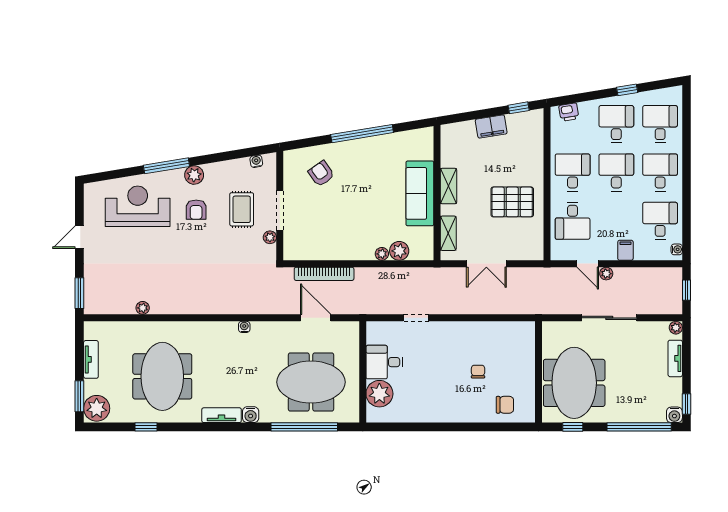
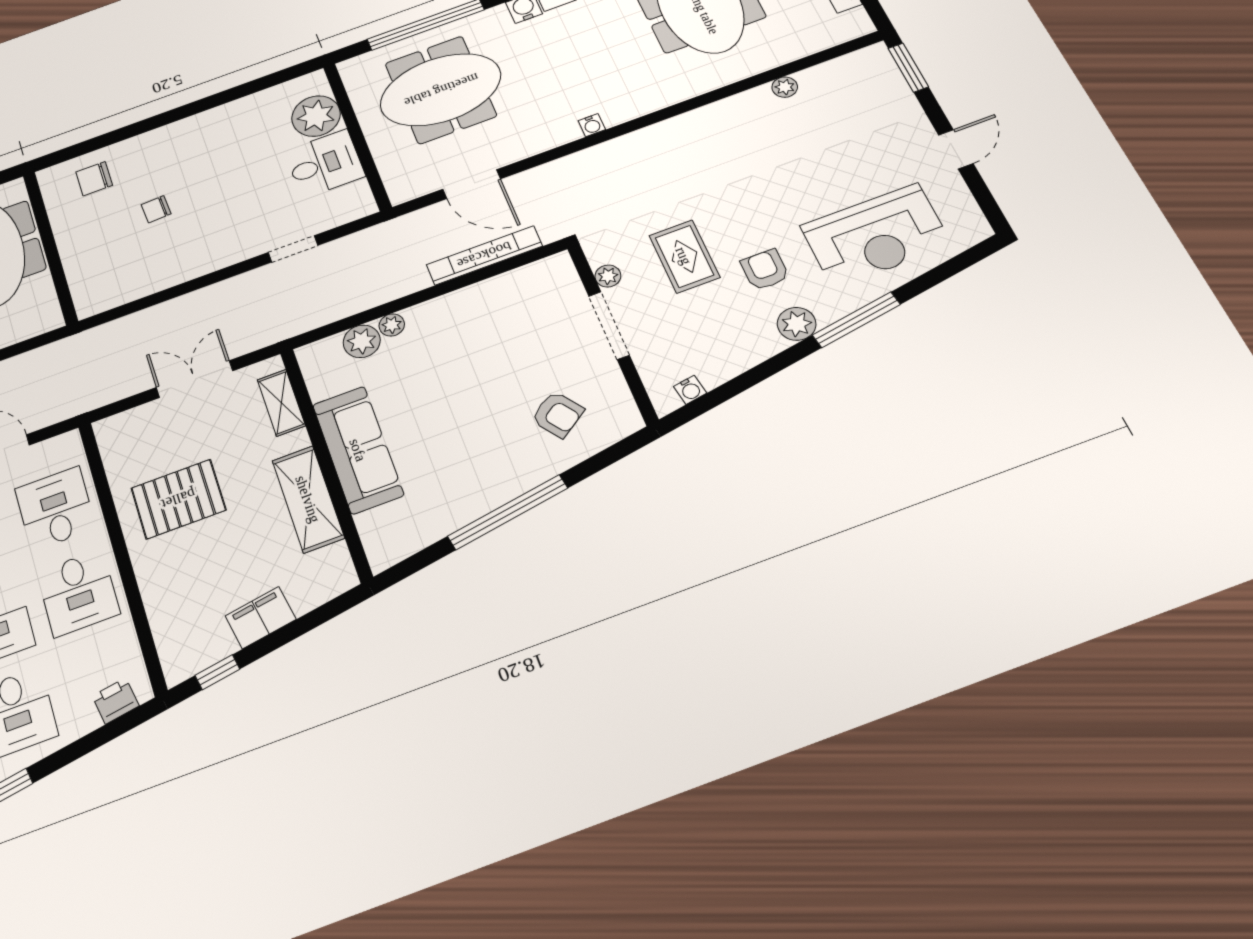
shelving: (449, 186) -> (308, 499), width x1.50, depth x1.33
rug: (242, 209) -> (684, 256), moved
chair: (478, 372) -> (156, 209), turned 87

